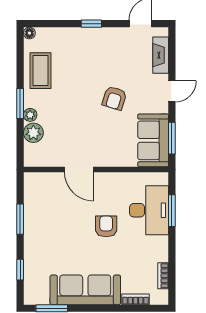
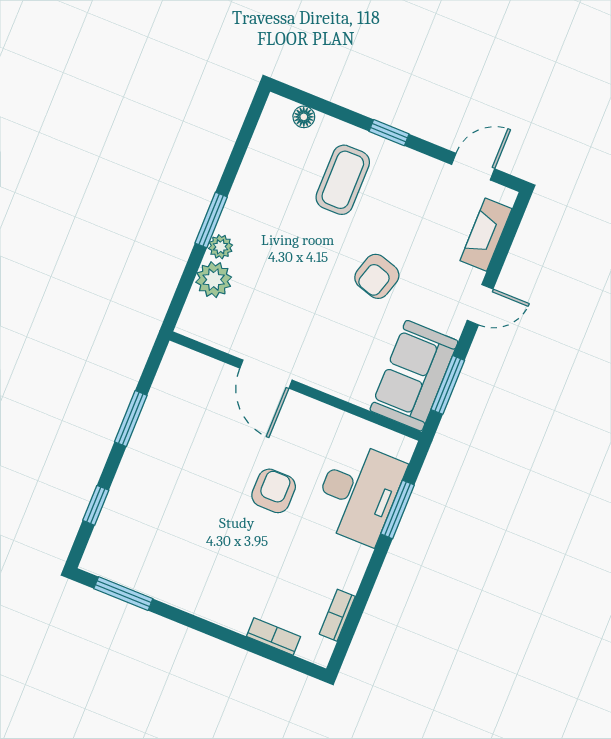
floor lamp: (29, 33) -> (304, 117), moved
coffee table: (41, 71) -> (343, 180), moved
sofa: (85, 290) -> (194, 585), removed

